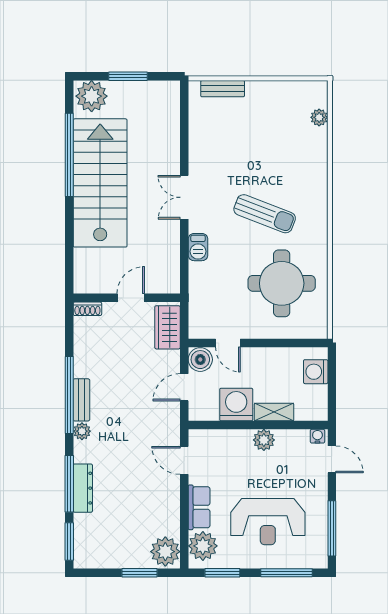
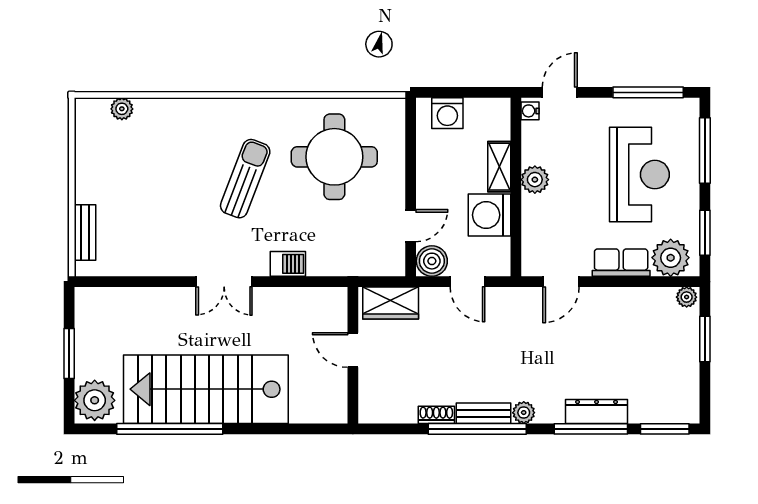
shoe rack: (87, 309) -> (436, 415), moved, turned -90
plant: (165, 552) -> (687, 297), width x0.53, depth x0.53

